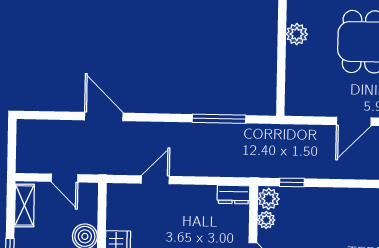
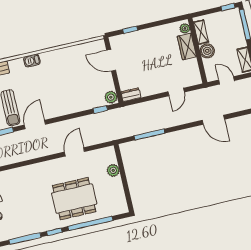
plant: (297, 34) -> (113, 170), moved
plant: (266, 220) -> (109, 85), removed

